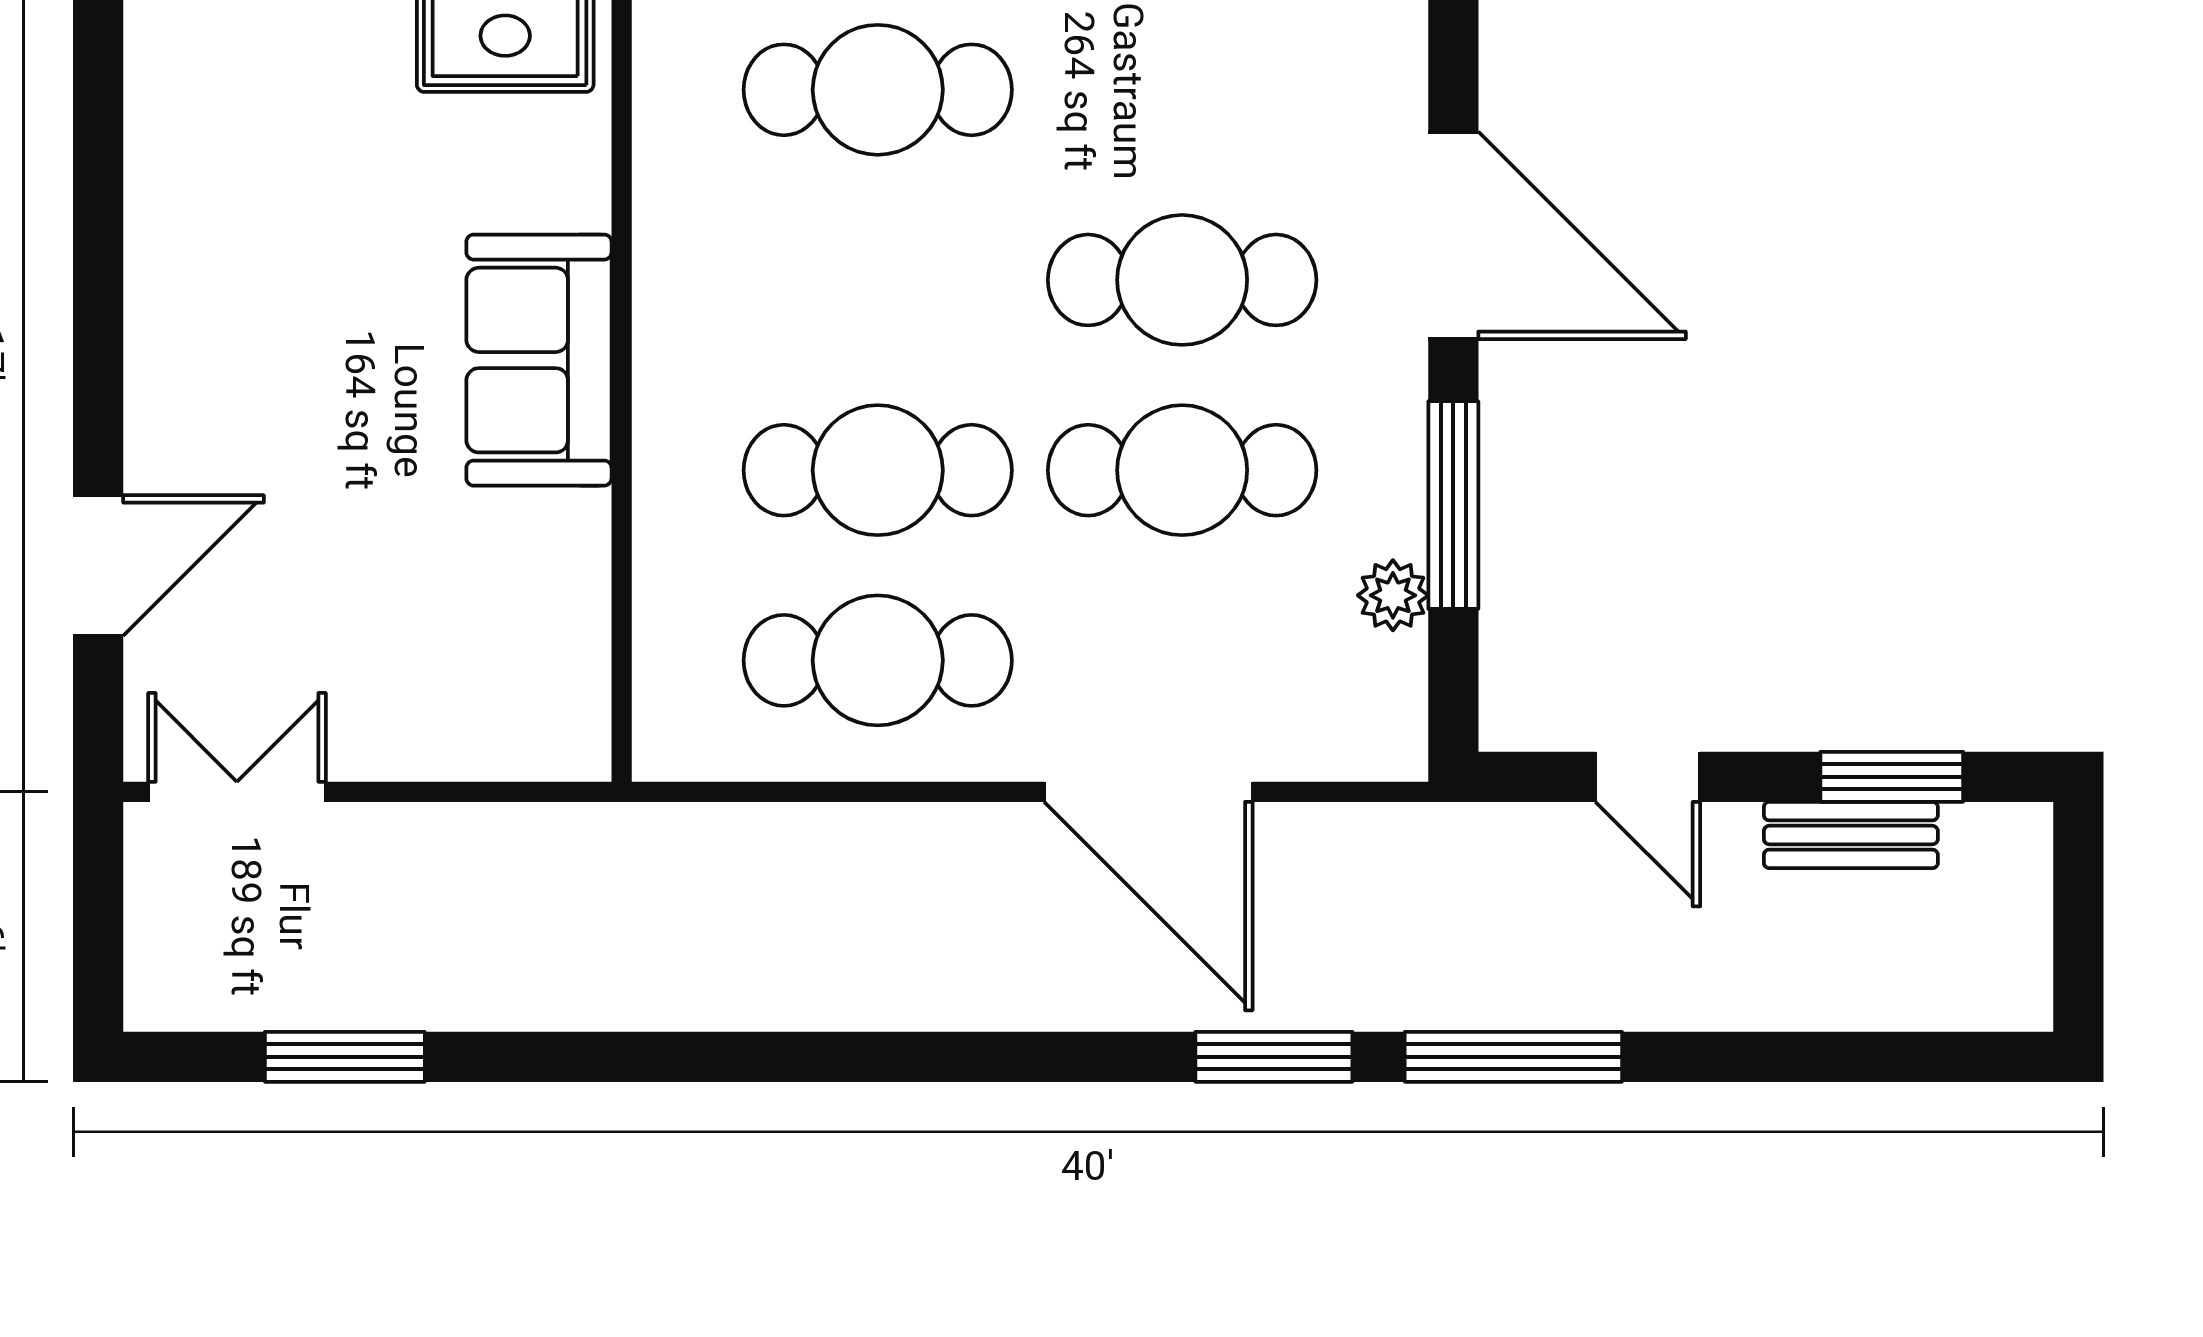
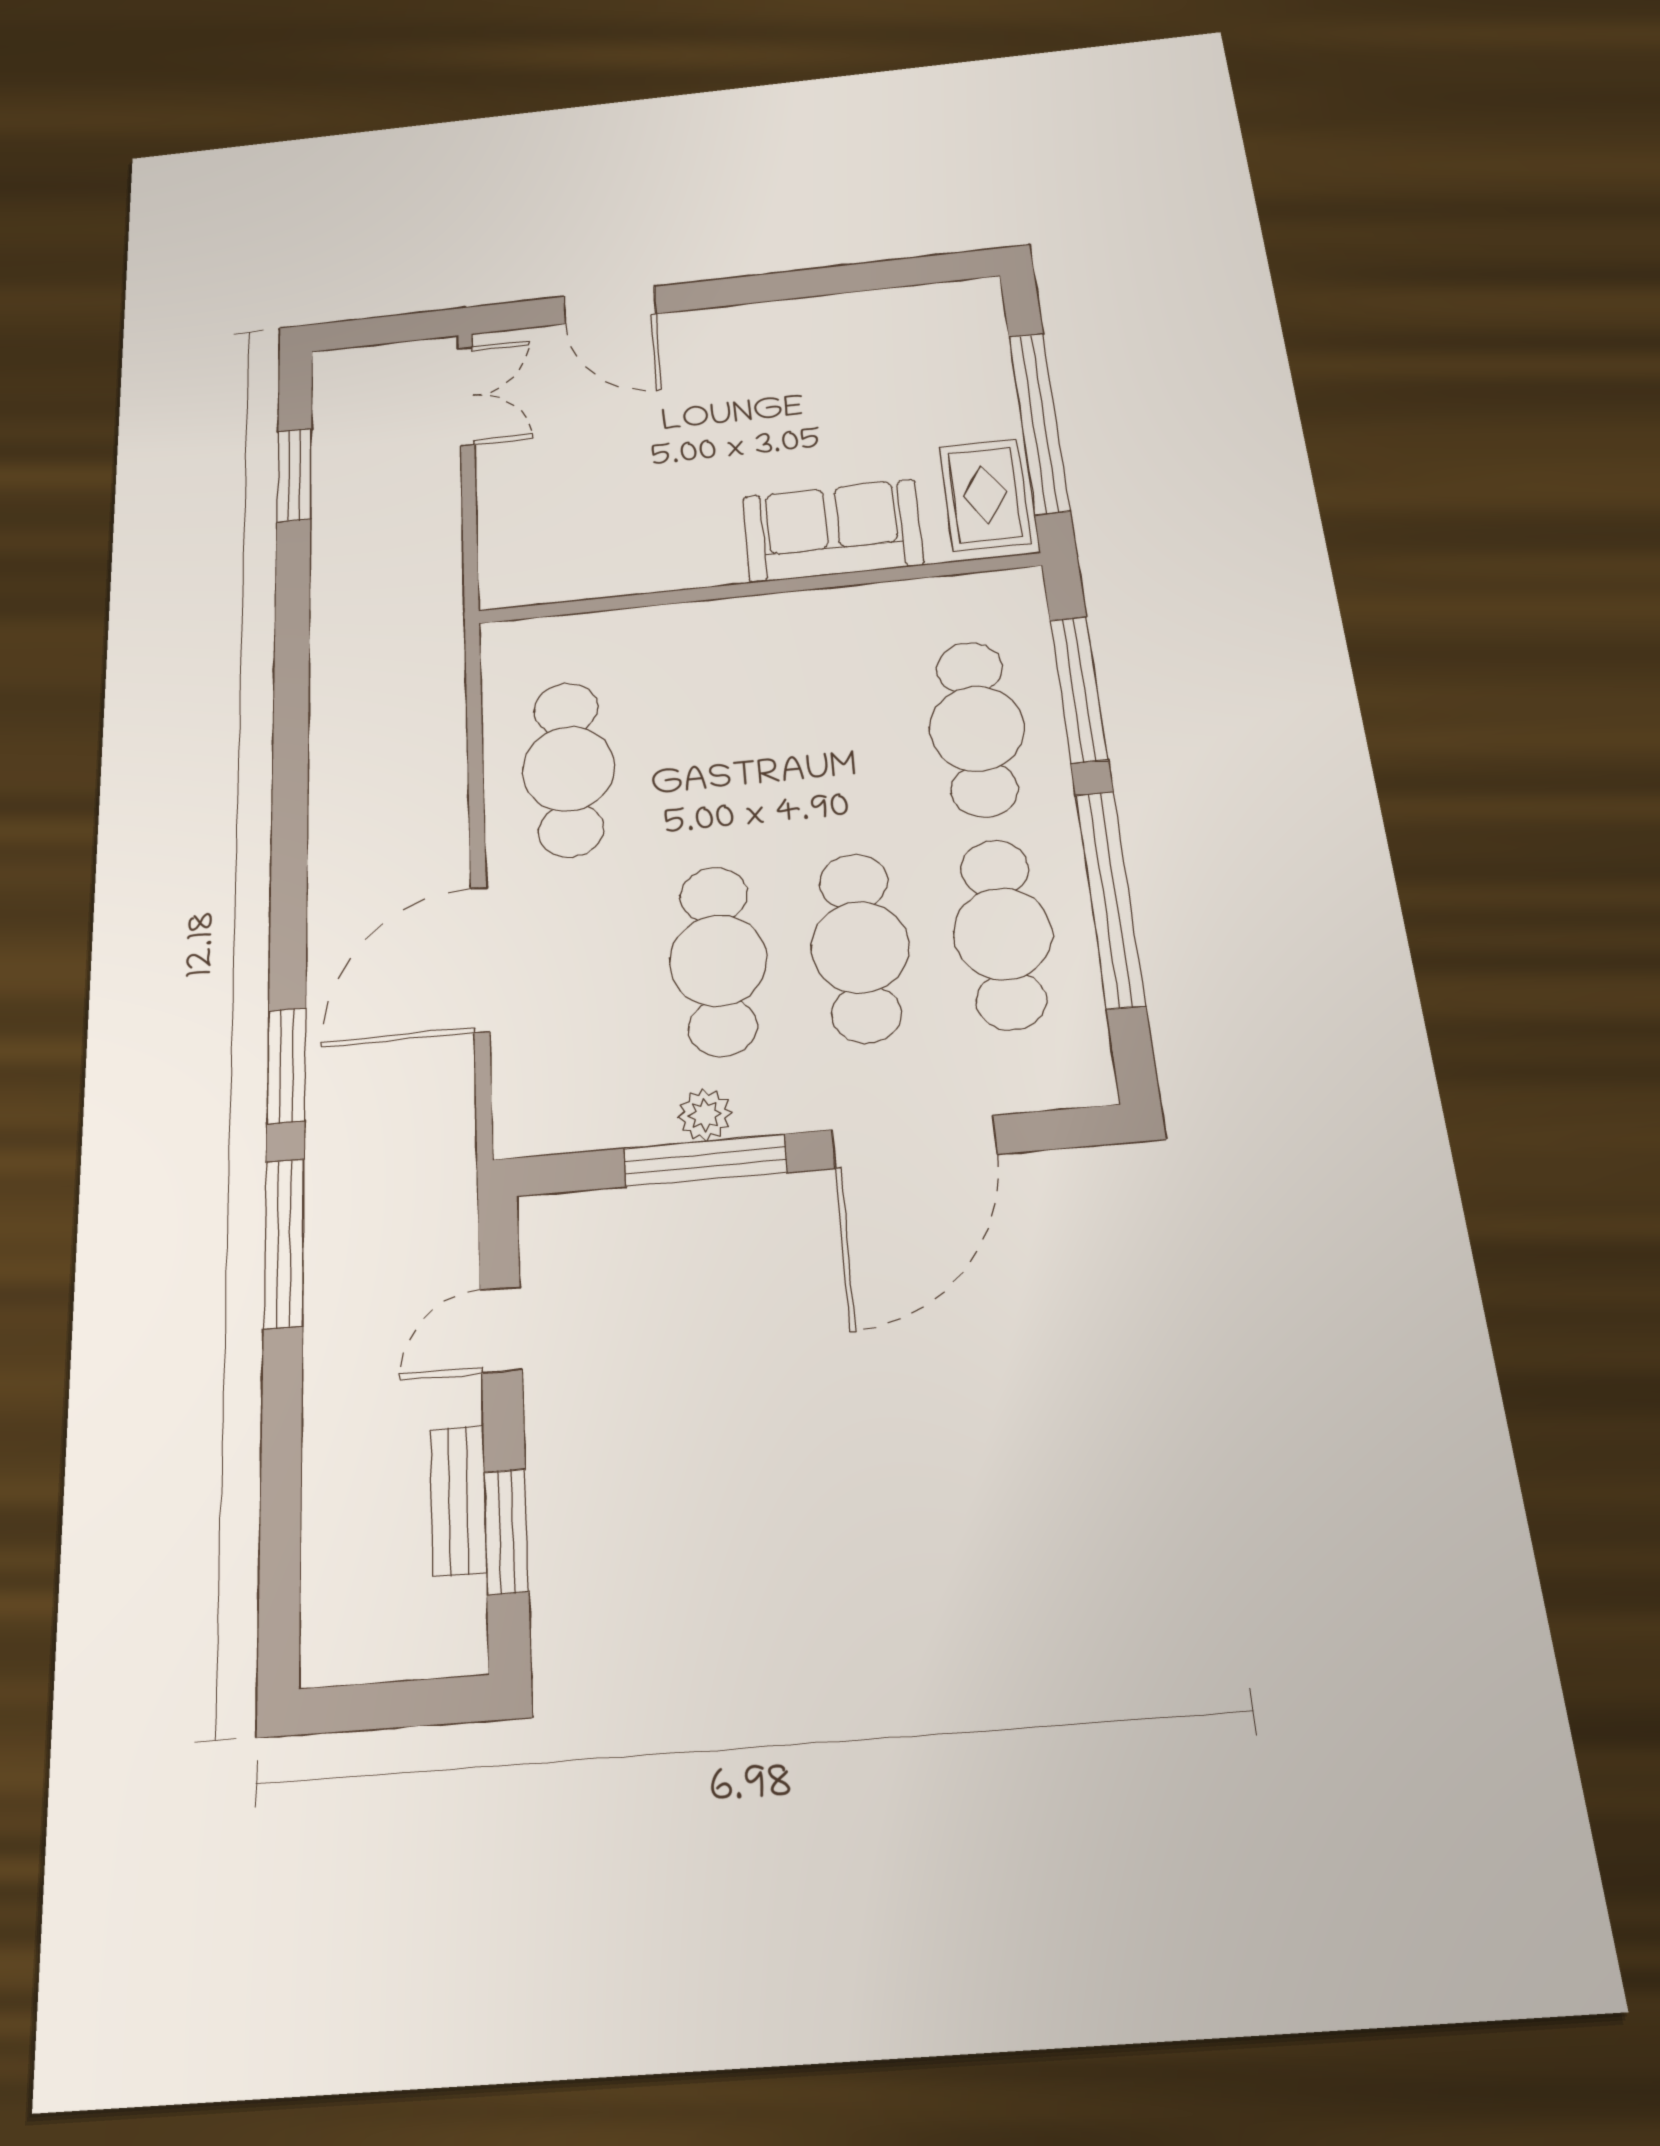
sofa: (539, 360) -> (833, 531), moved
cafe table: (878, 470) -> (1003, 934), moved
plant: (1393, 595) -> (705, 1115), moved

